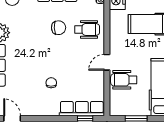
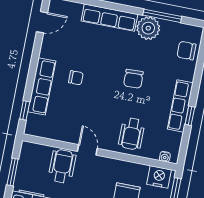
chair: (59, 28) -> (133, 79), moved
row of seats: (82, 109) -> (42, 86), moved

